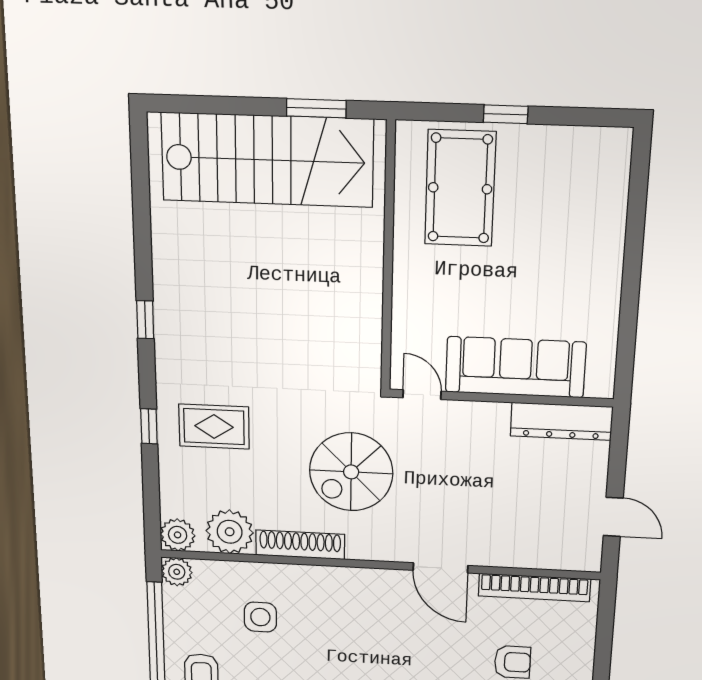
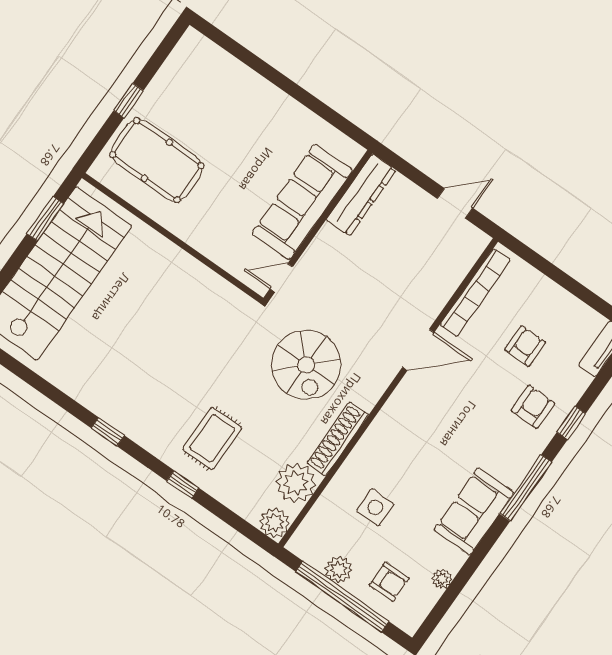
plant: (177, 572) -> (339, 570), moved

